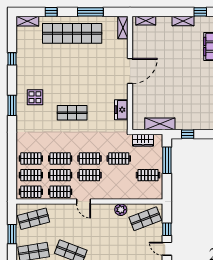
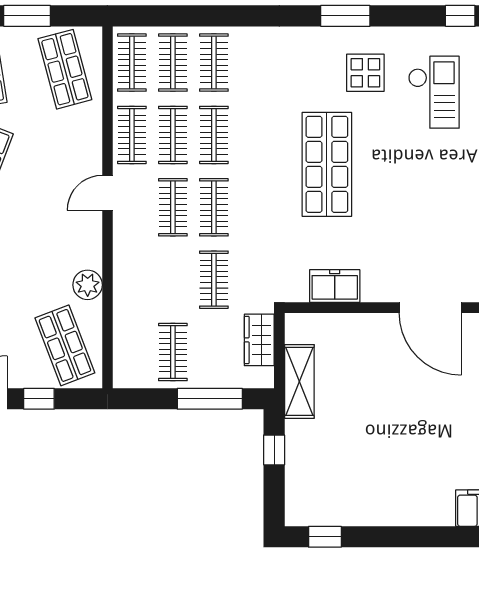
checkout: (43, 70) -> (434, 92), added
shop shelf: (72, 113) -> (327, 164), width x1.43, depth x1.36

